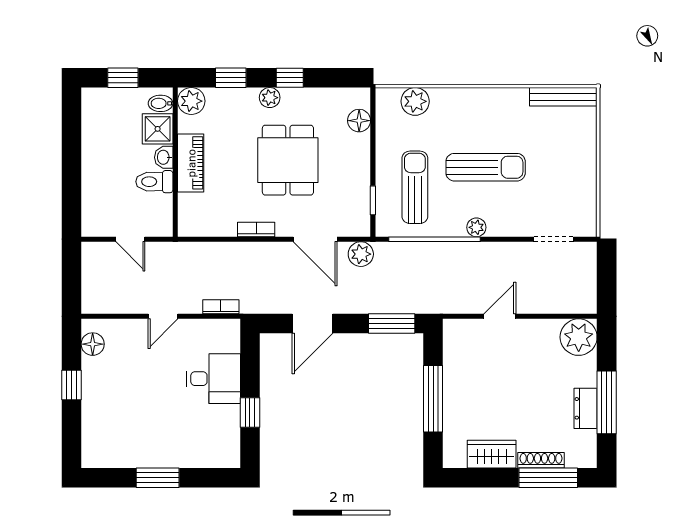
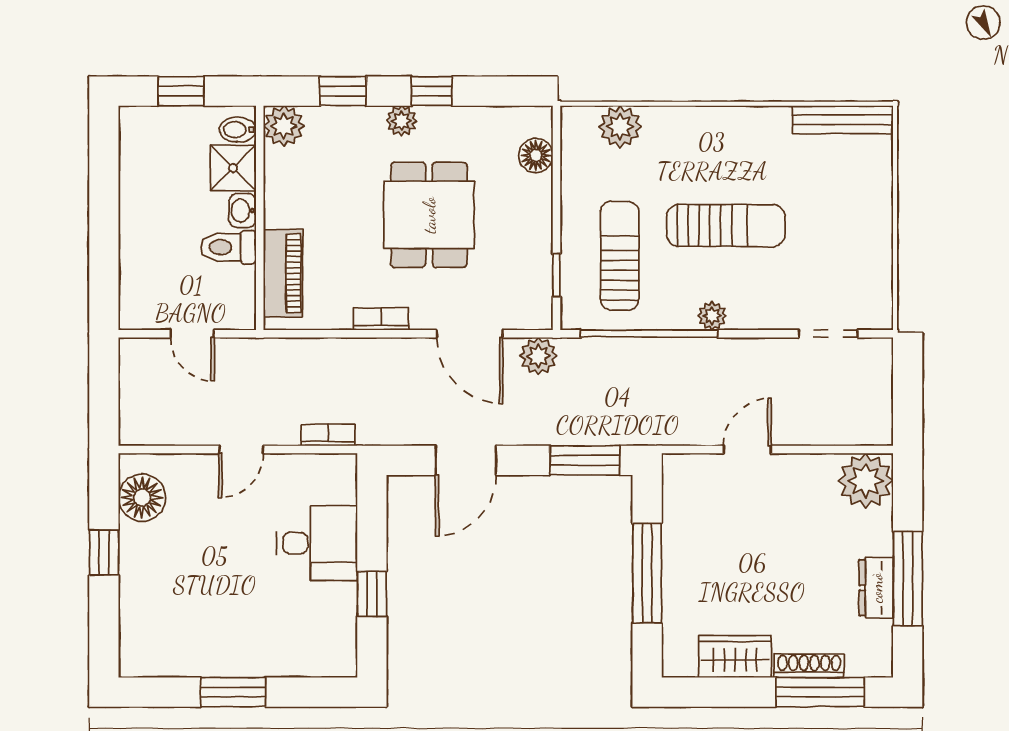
piano: (191, 163) -> (283, 273), moved
floor lamp: (93, 344) -> (142, 498), width x1.38, depth x1.38

